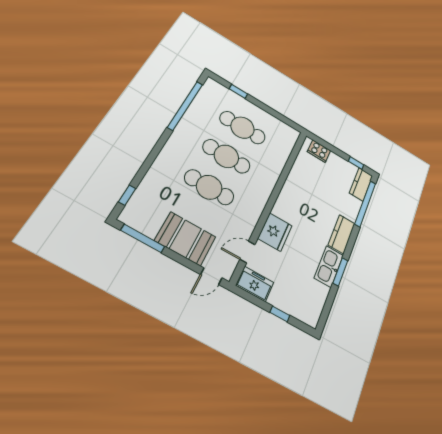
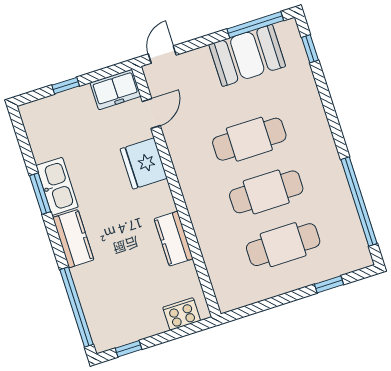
kitchen counter: (361, 184) -> (174, 239), moved, turned 180
booth: (185, 239) -> (247, 55), moved

